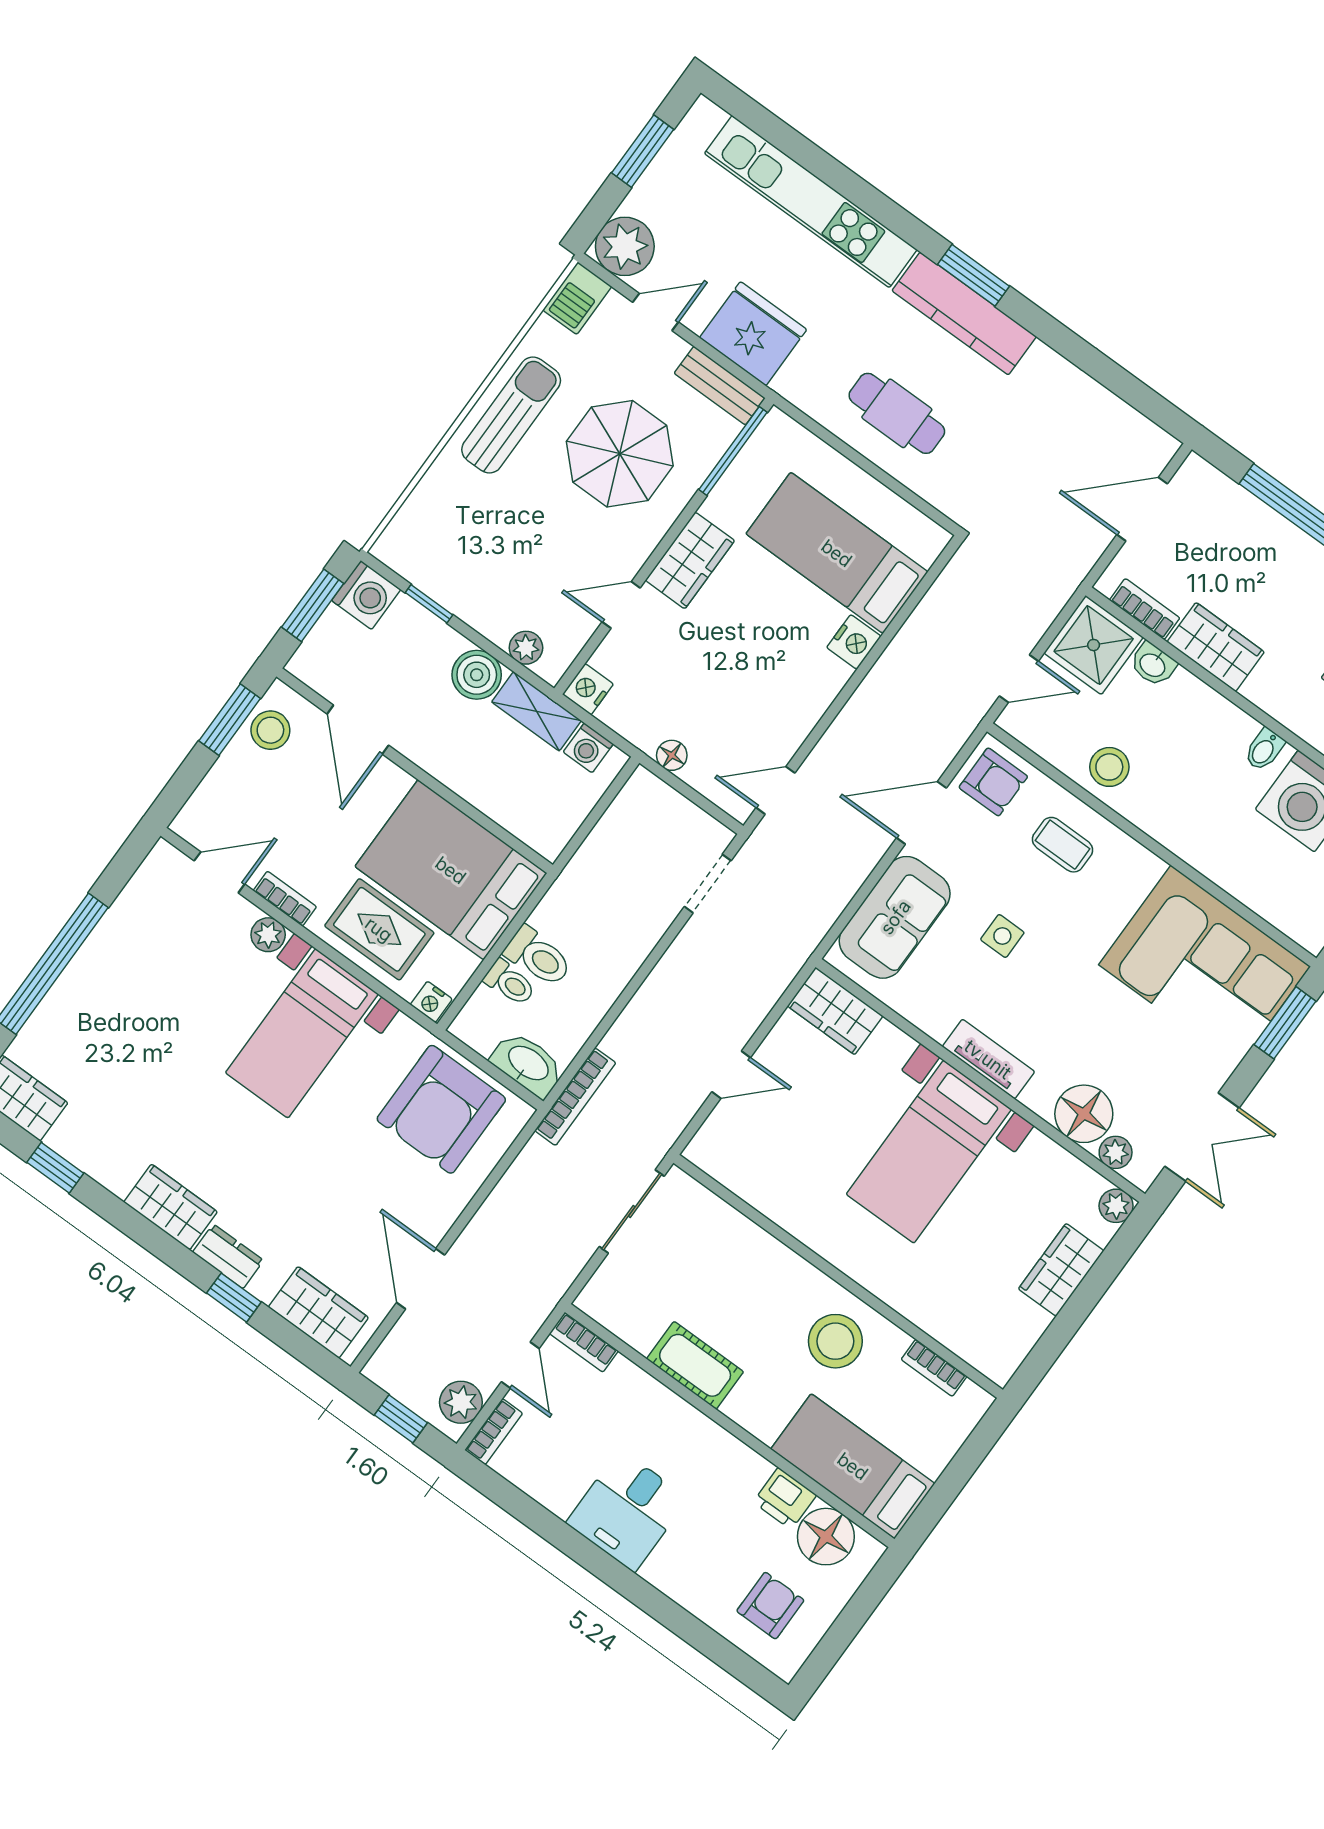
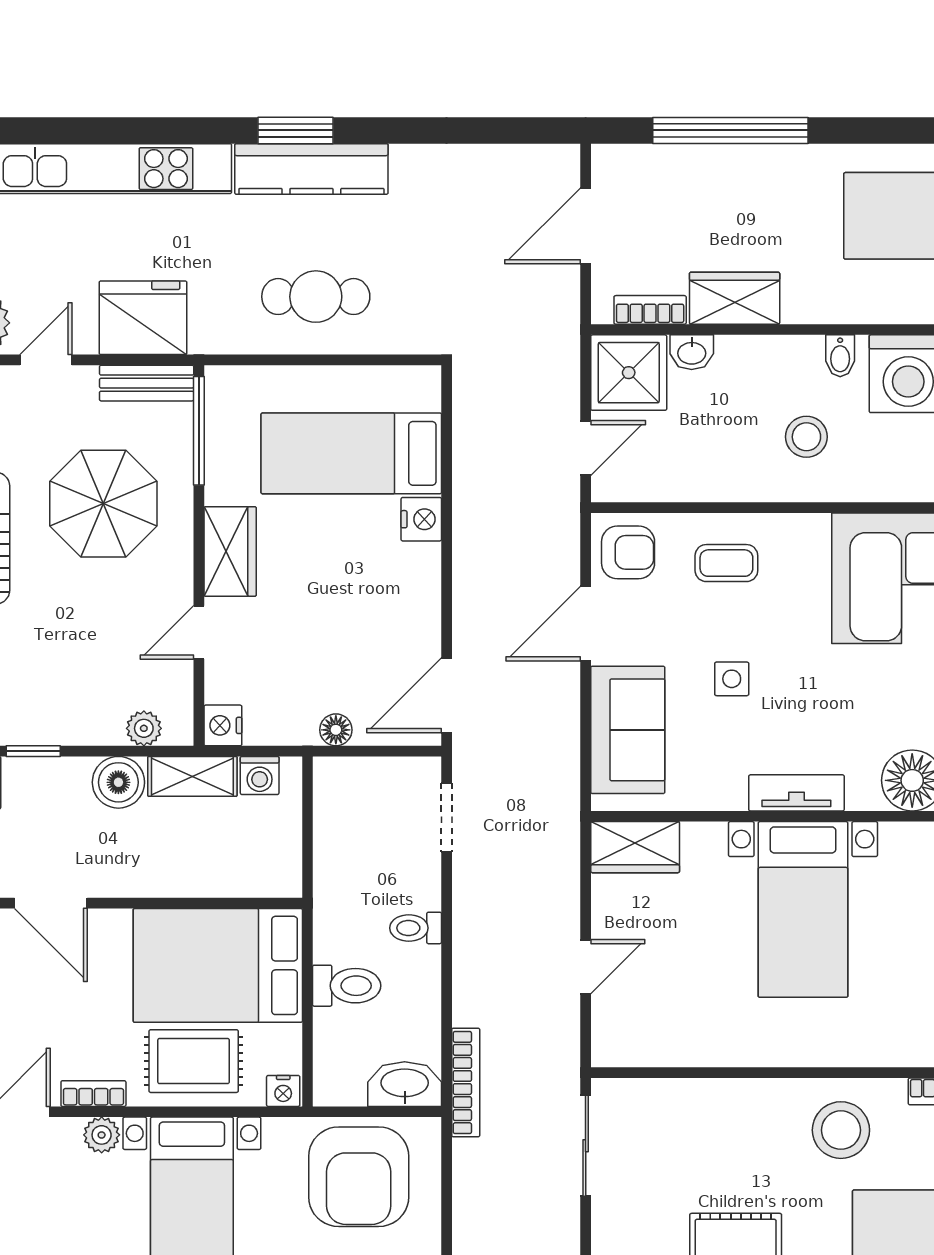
stool: (1109, 767) -> (806, 437), moved
door: (775, 790) -> (447, 695), width x1.38
toilet: (510, 983) -> (416, 928), moved, turned 180

